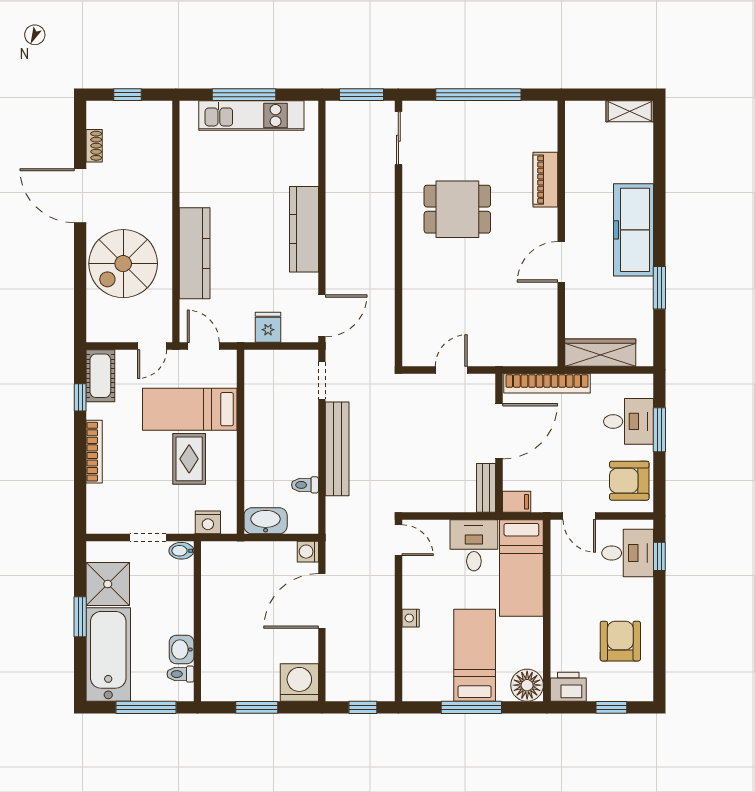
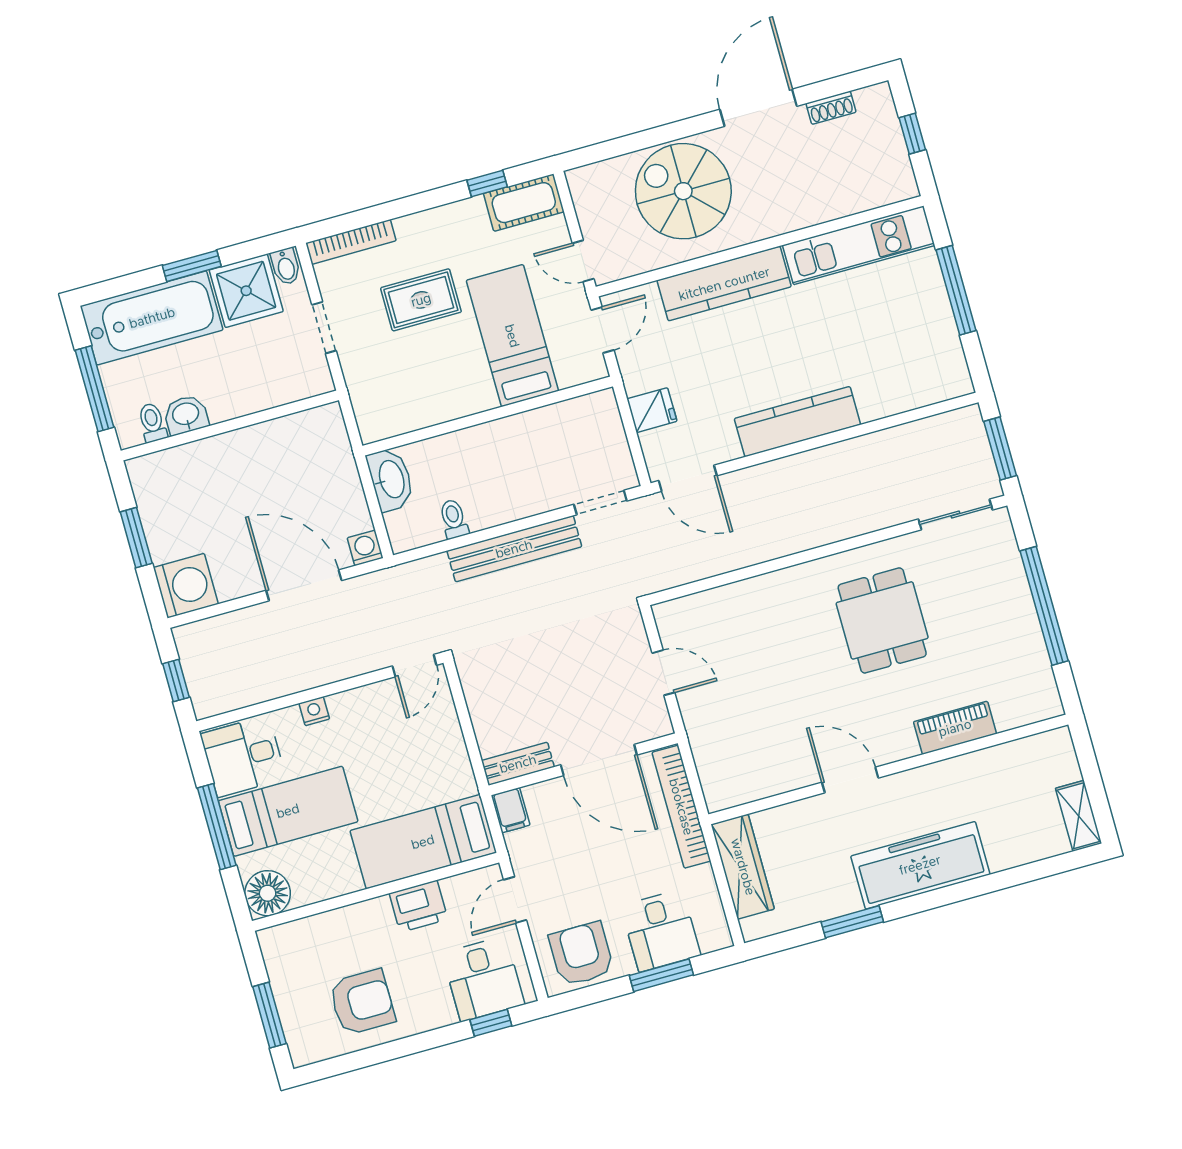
kitchen unit: (251, 115) -> (859, 245), moved, turned -90
bookcase: (94, 452) -> (351, 242), moved
rug: (189, 459) -> (421, 300), moved
nightstand: (208, 522) -> (367, 402), removed
desk: (474, 545) -> (243, 756), moved, turned 180
bidet: (181, 551) -> (286, 266), moved, turned 180
printer: (568, 687) -> (419, 906), moved, turned 90
window: (611, 707) -> (269, 1015), width x1.50

